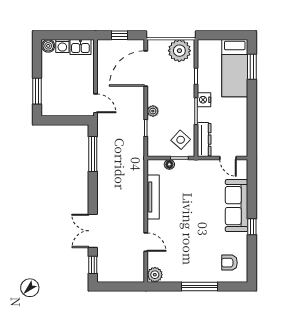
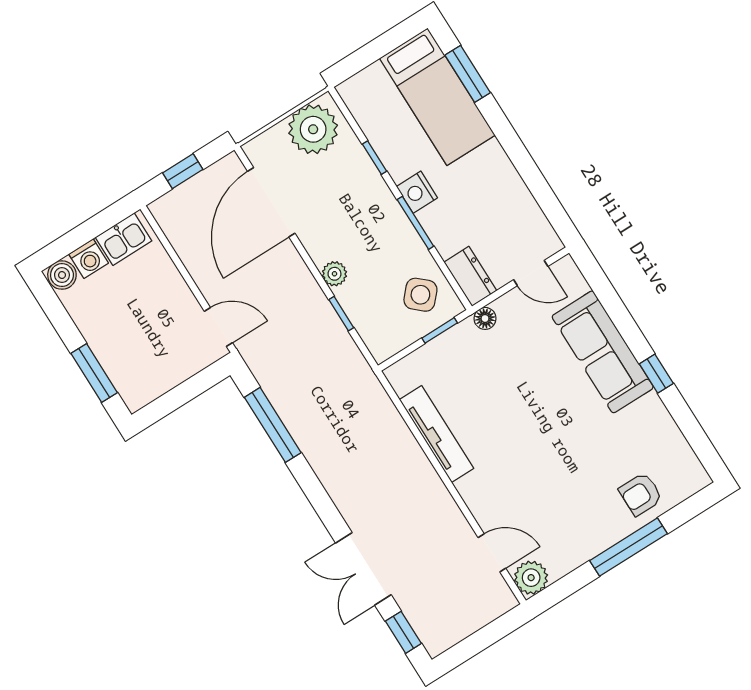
dresser: (204, 140) -> (470, 276), width x0.70
floor lamp: (169, 164) -> (485, 318), moved
door: (146, 242) -> (492, 553), moved
armchair: (229, 263) -> (641, 494), moved

